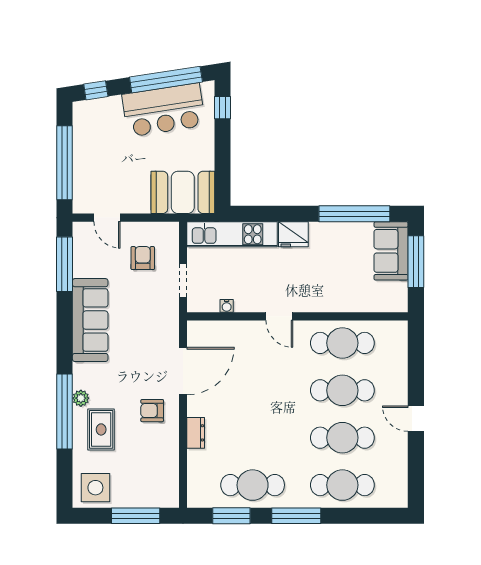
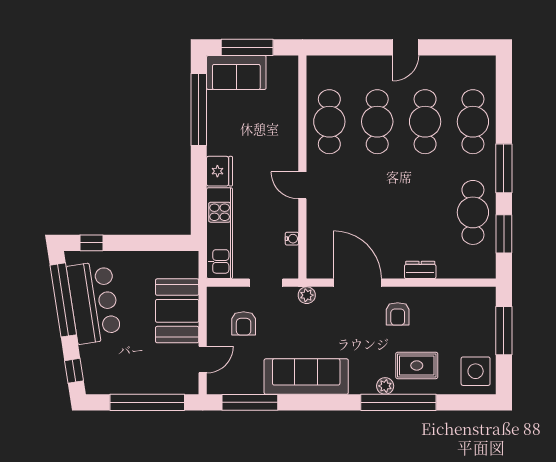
booth: (183, 192) -> (177, 311), moved
armchair: (143, 258) -> (244, 323), turned -90
door: (279, 316) -> (302, 185), swing flipped
plant: (171, 321) -> (307, 295), added

